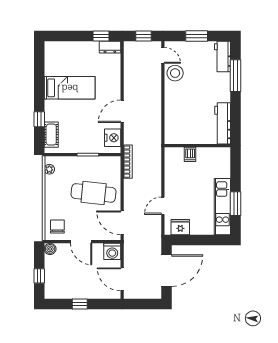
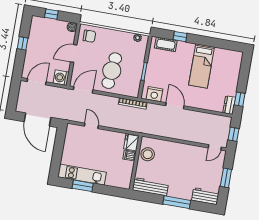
stool: (175, 73) -> (148, 154), moved
window: (236, 76) -> (177, 202), moved
fridge: (180, 227) -> (131, 142), moved, turned 180

